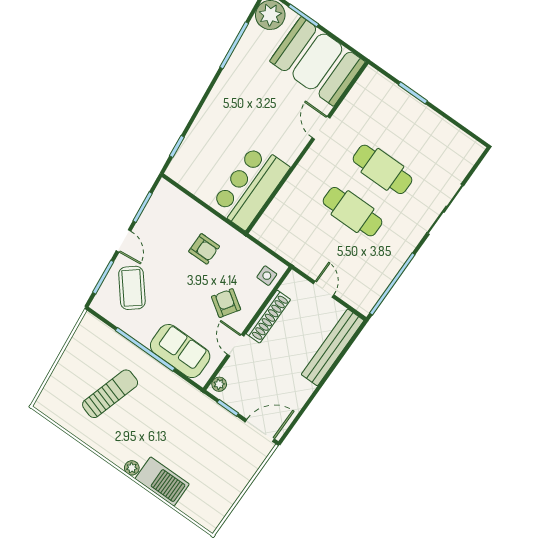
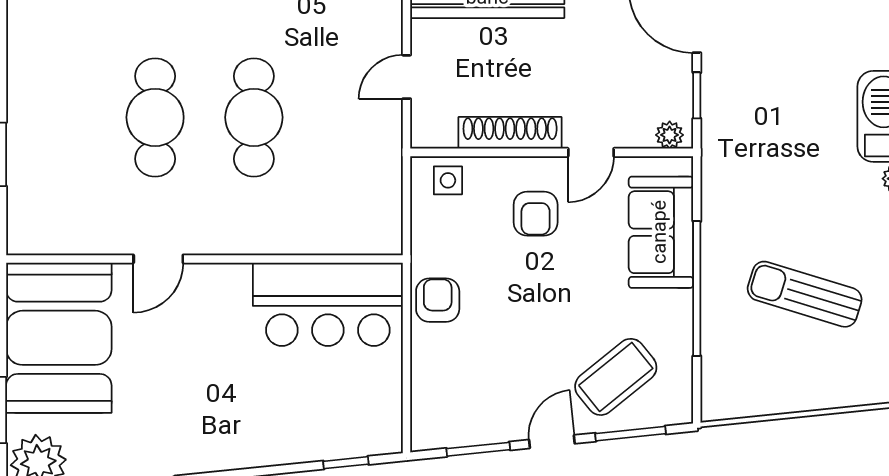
armchair: (204, 249) -> (438, 300), moved
armchair: (226, 303) -> (536, 214), turned -34

